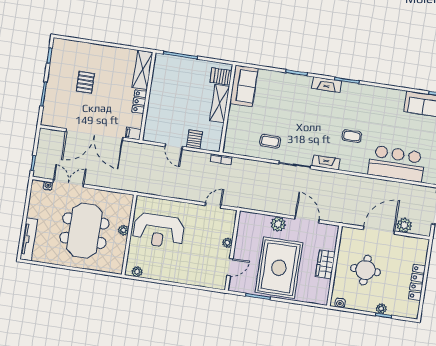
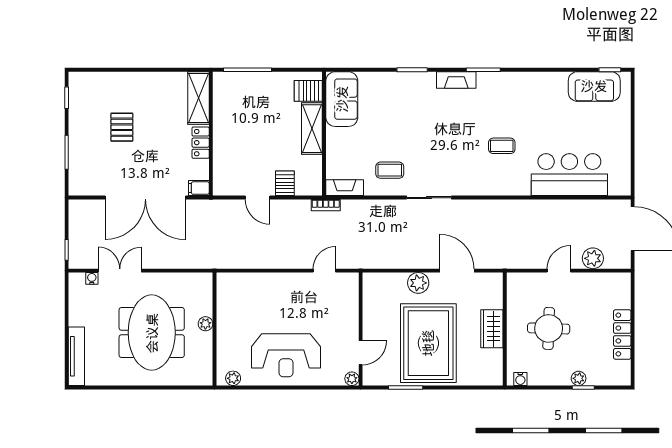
fireplace: (326, 162) -> (345, 188), moved
door: (379, 230) -> (559, 271), width x0.53
reception desk: (159, 231) -> (286, 355), moved
plant: (227, 243) -> (352, 379), moved

